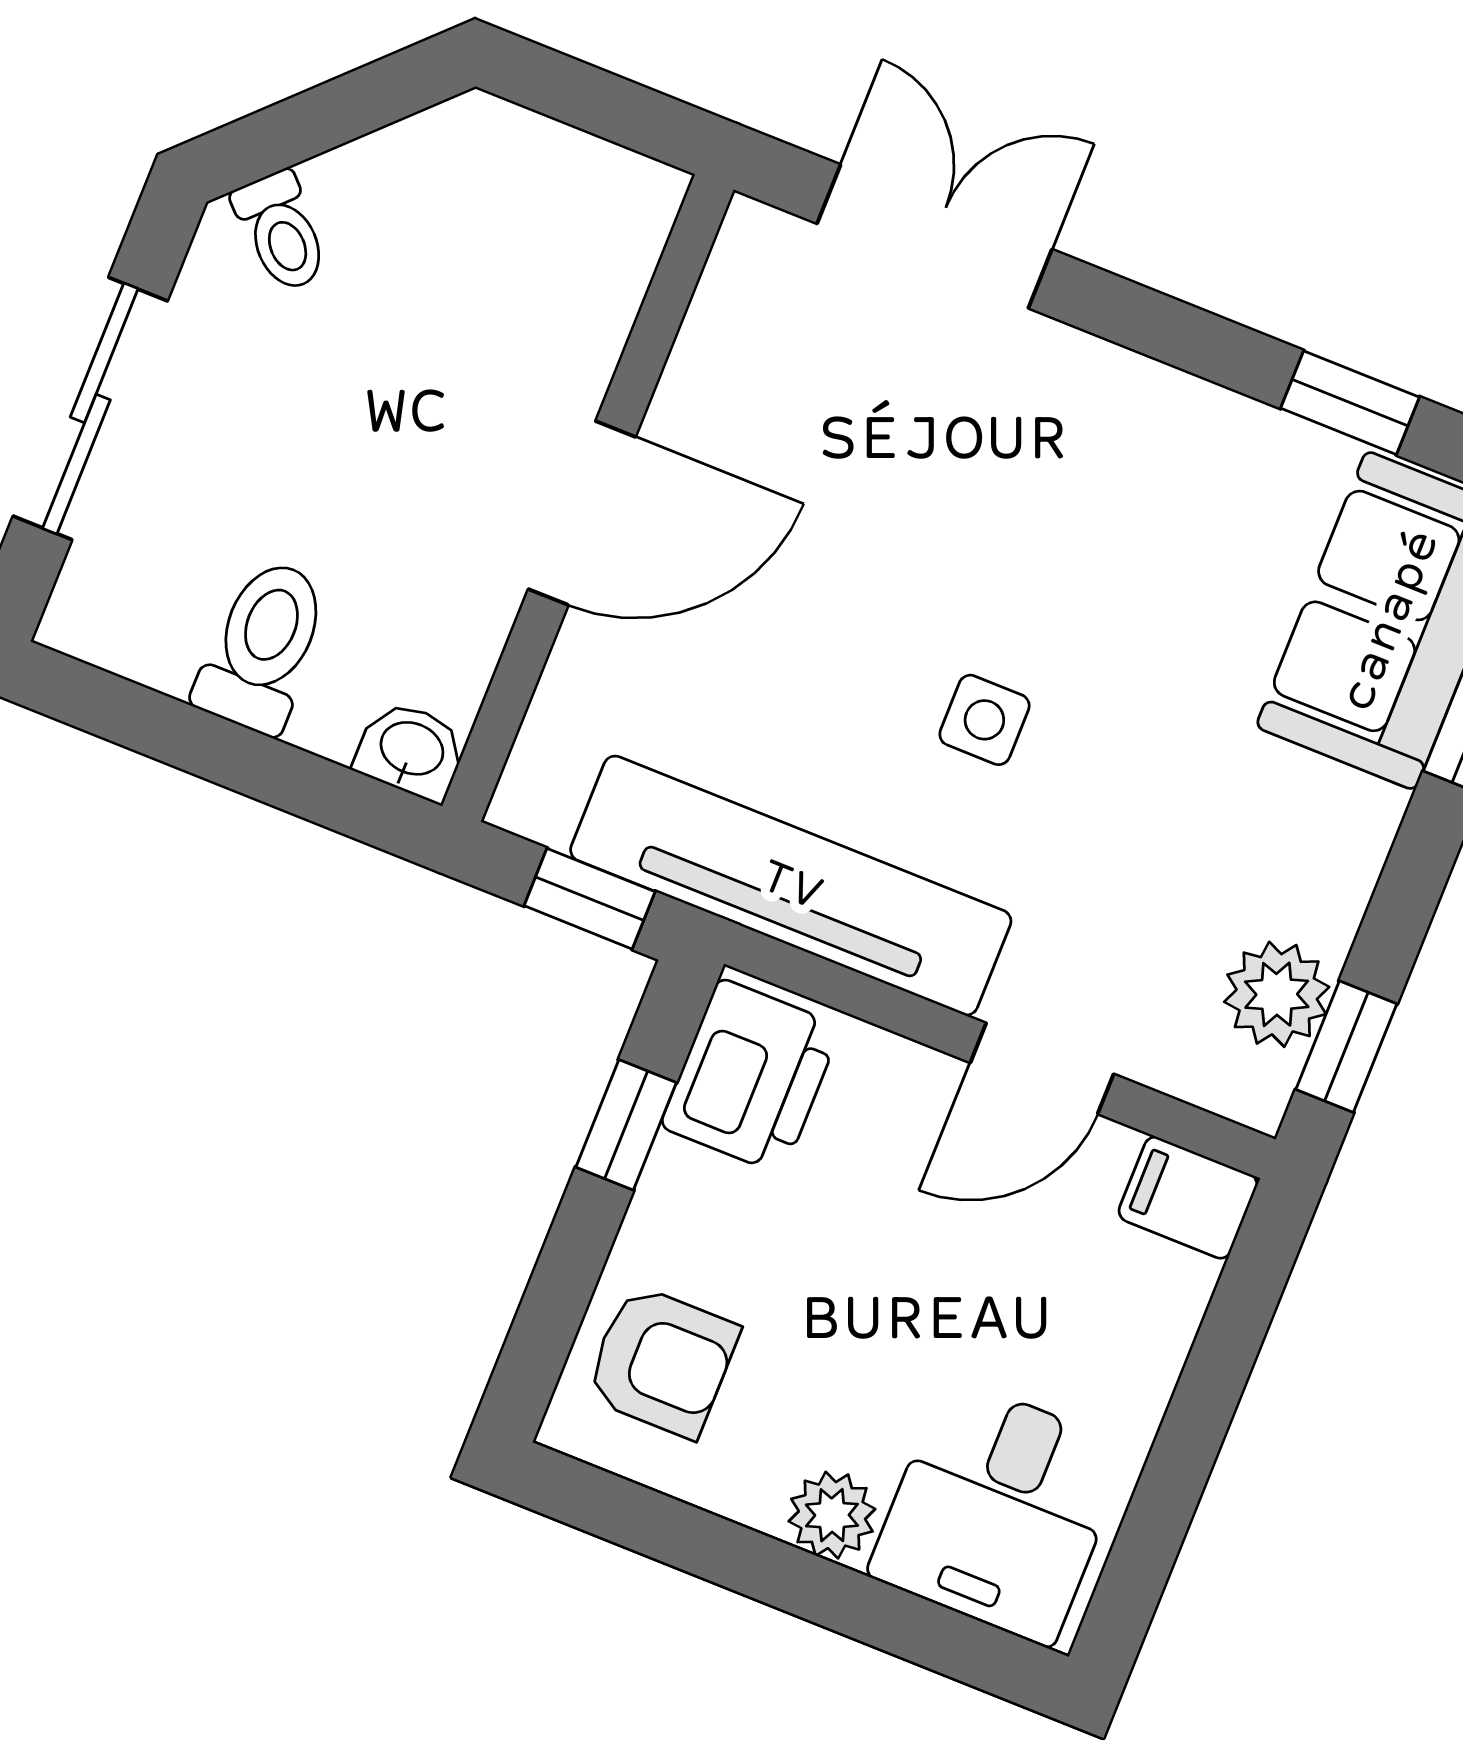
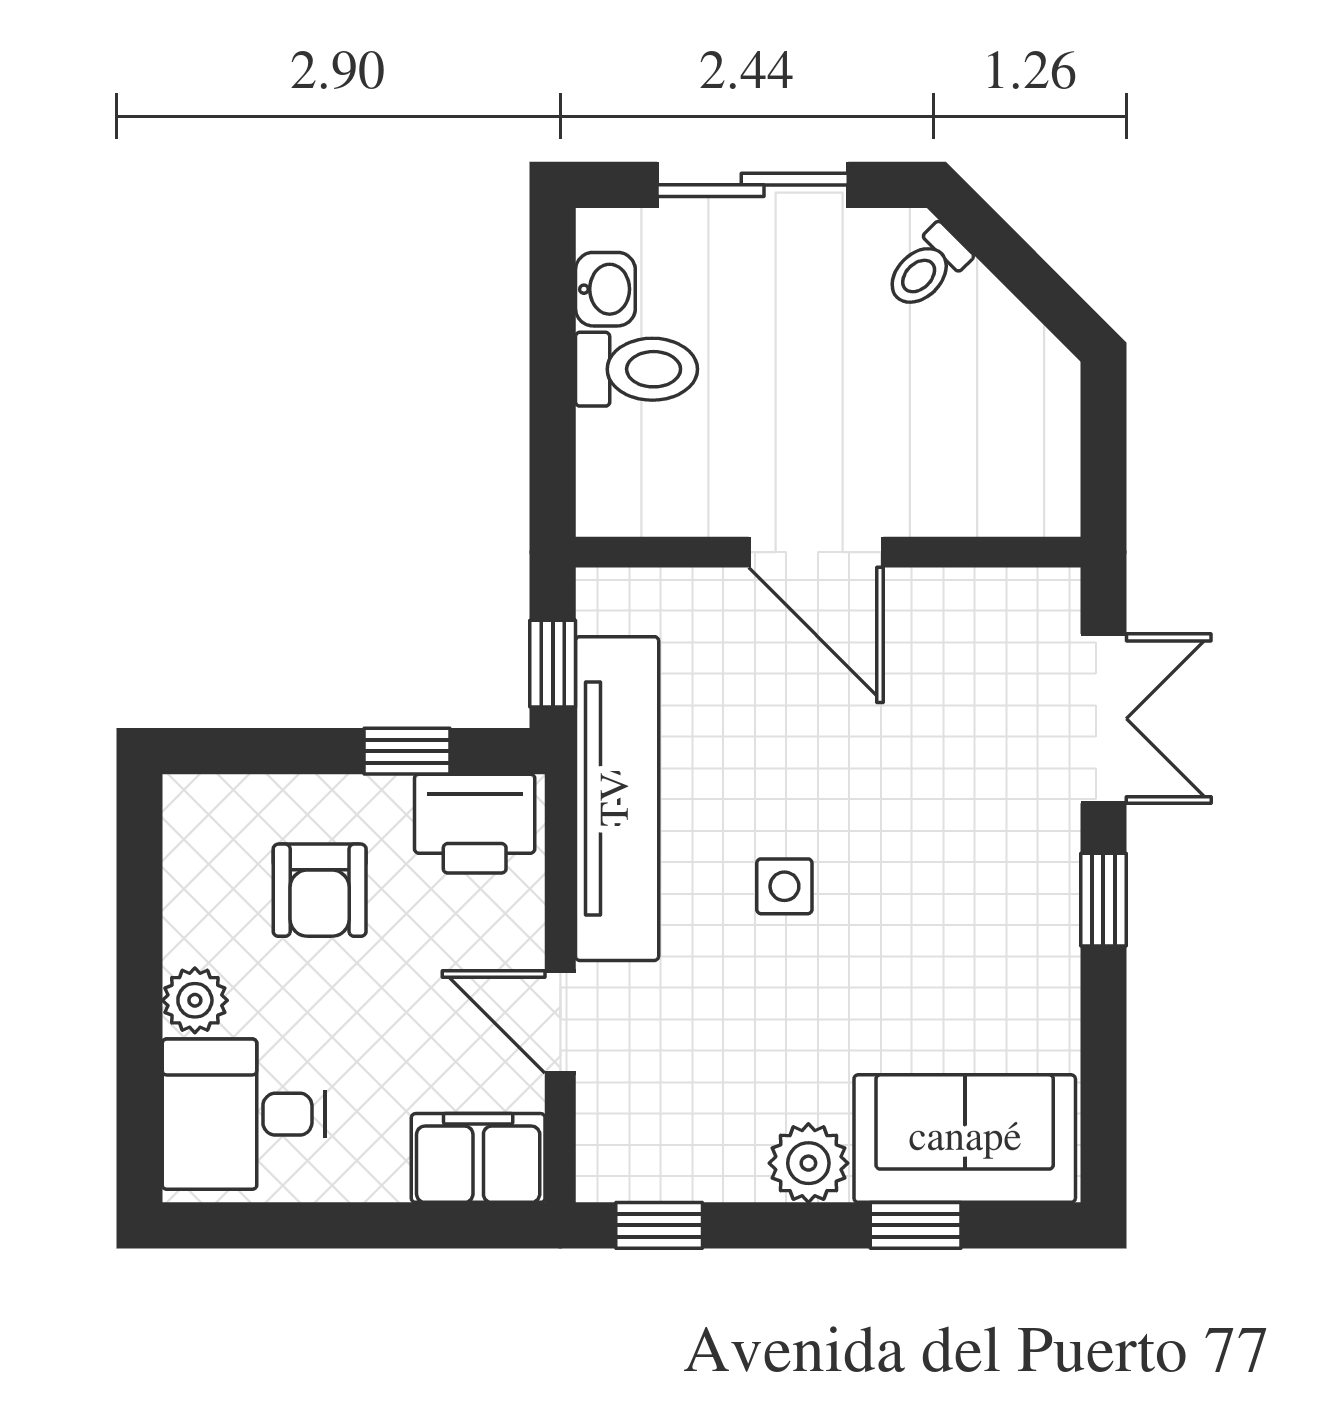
window: (1350, 403) -> (1103, 900), moved
washbasin: (411, 751) -> (605, 289), moved
plant: (1277, 994) -> (808, 1163), moved
filing cabinet: (1188, 1198) -> (478, 1158), width x2.00
armchair: (662, 1361) -> (320, 890), moved

